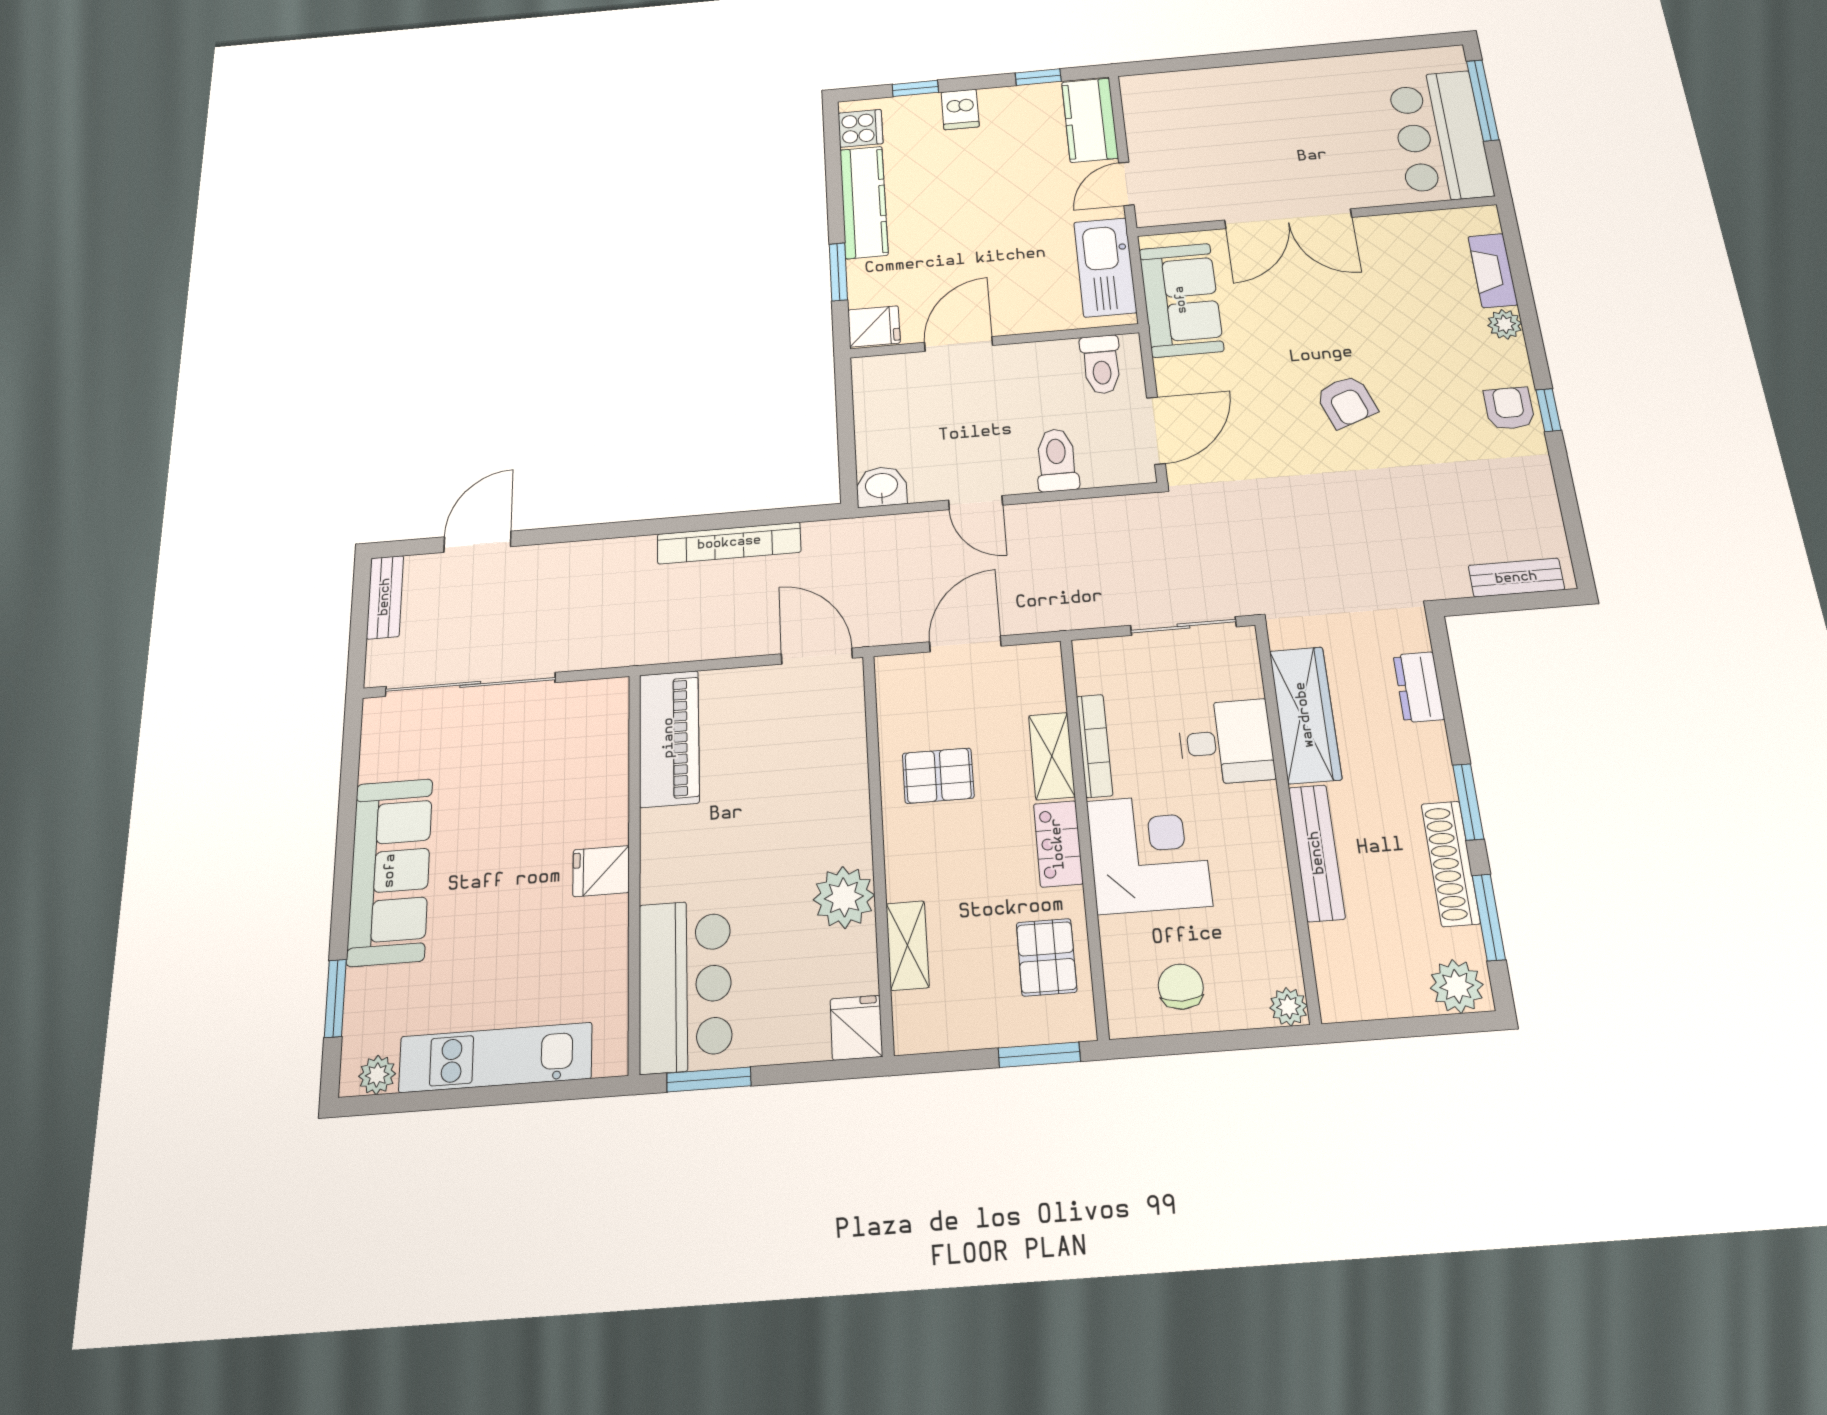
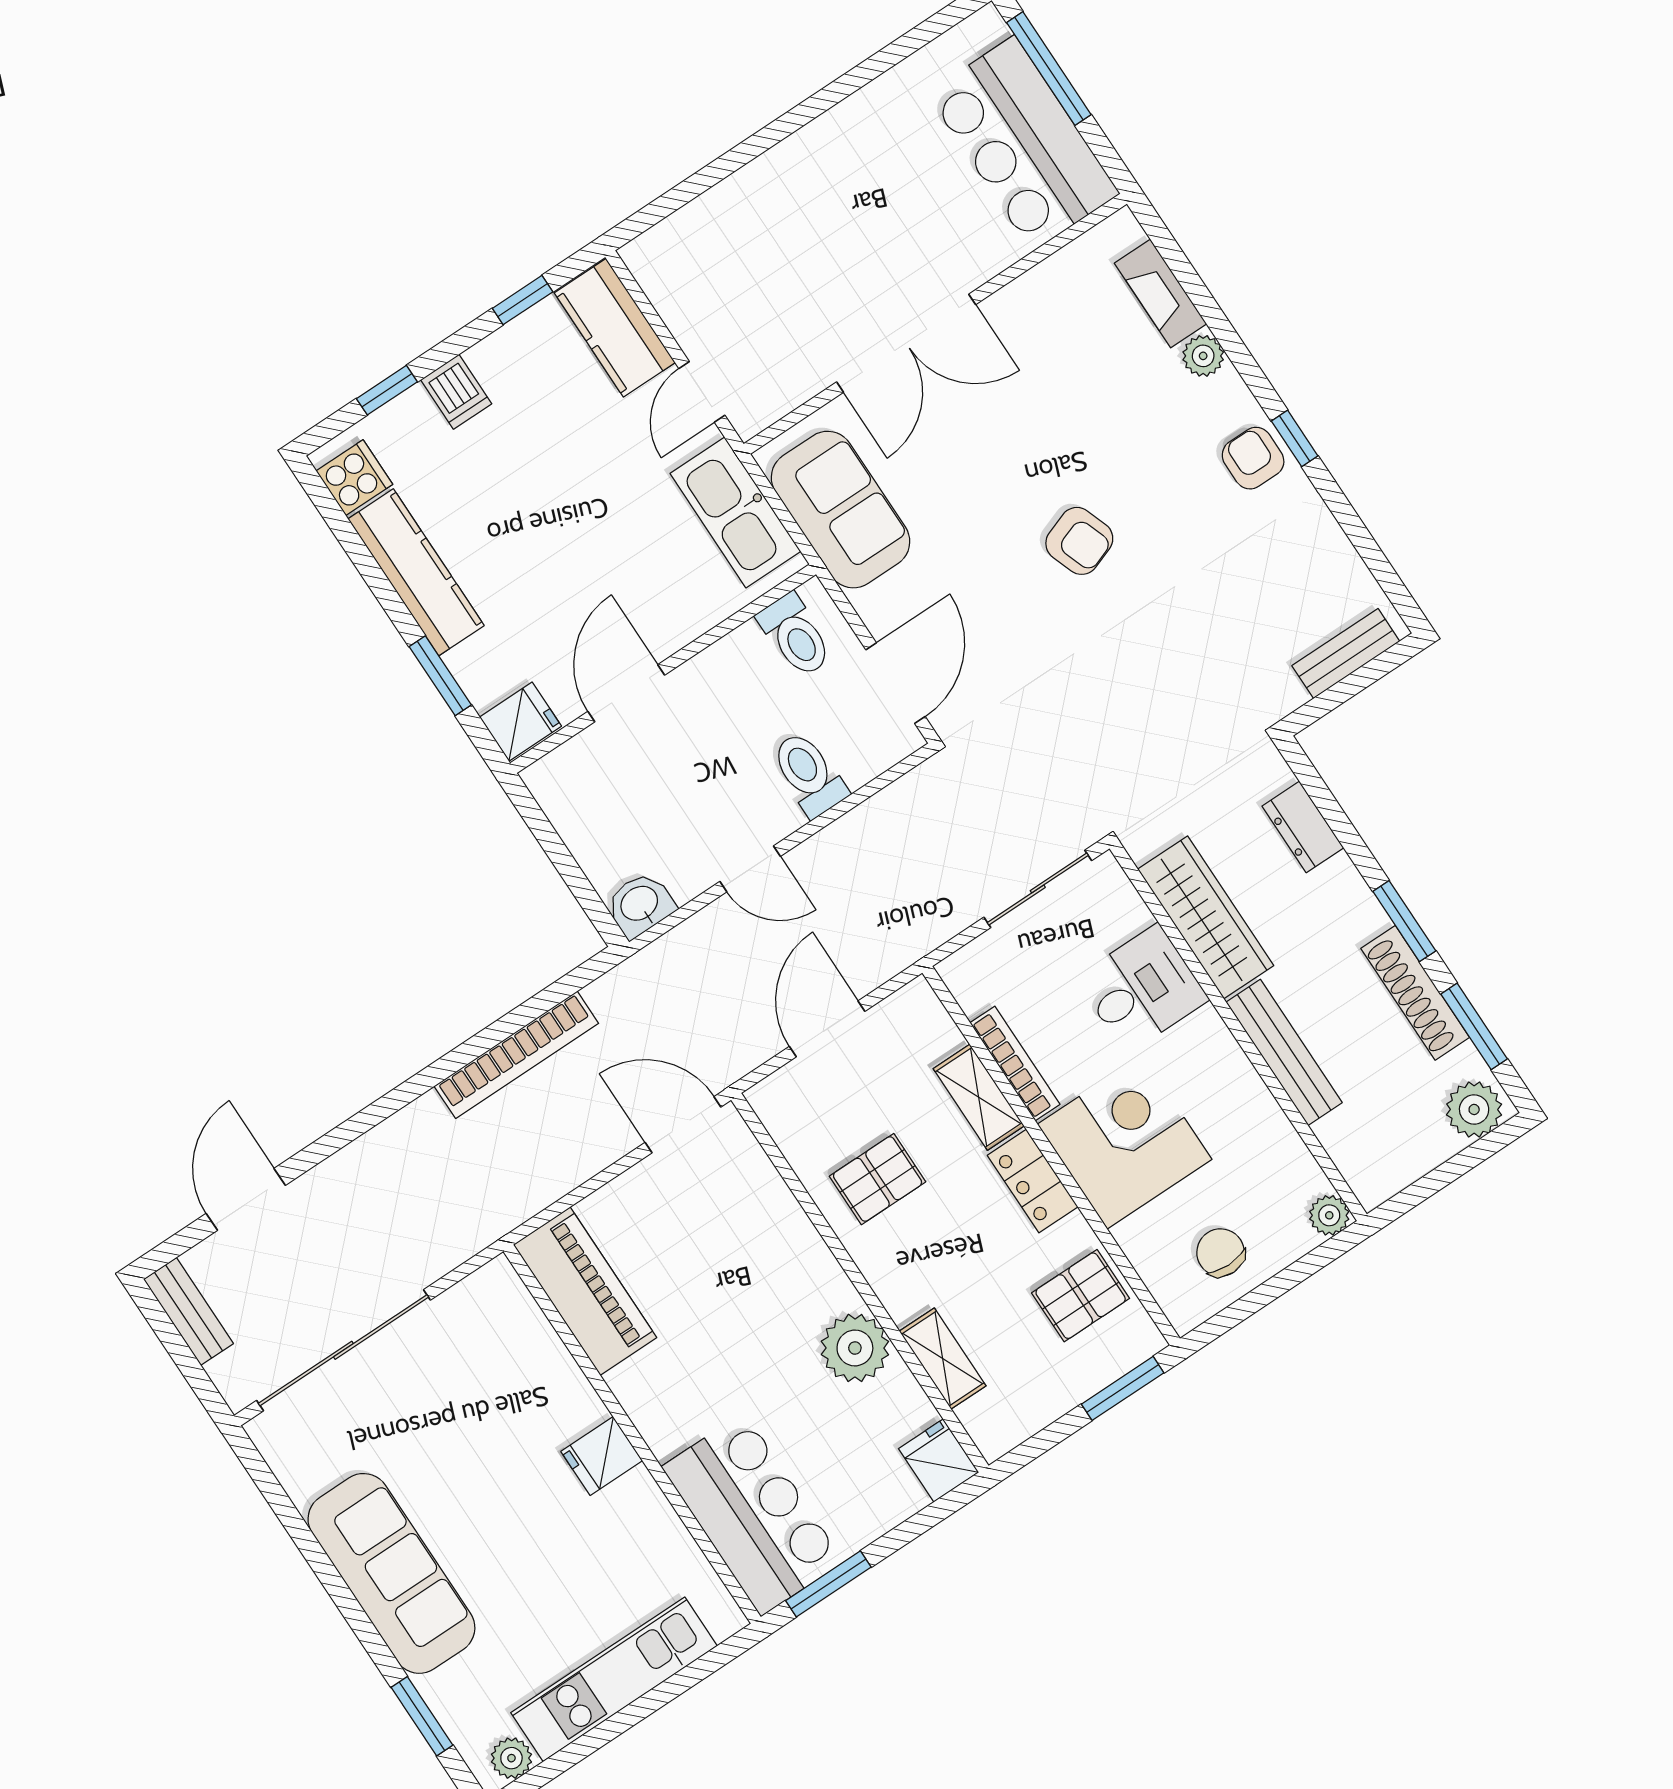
pallet: (1047, 957) -> (1081, 1296), turned 90

